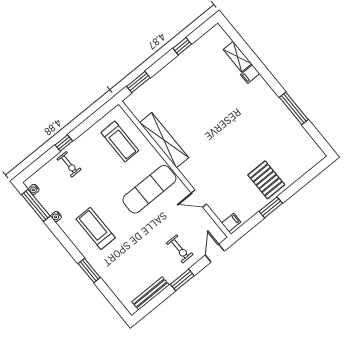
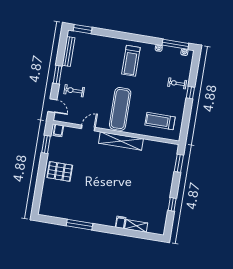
shelving: (164, 140) -> (121, 141), moved
window: (271, 207) -> (46, 144), moved
treadmill: (96, 228) -> (131, 61), turned 90
window: (89, 271) -> (83, 29), moved

